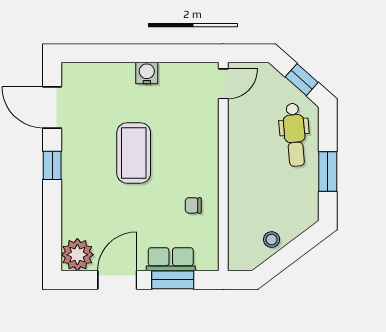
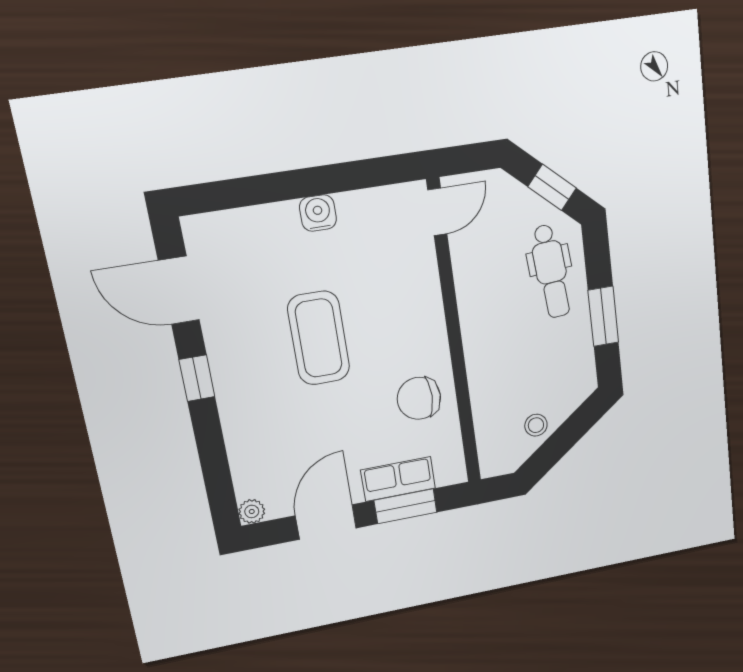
chair: (193, 205) -> (419, 398), width x1.87, depth x1.87
plant: (77, 255) -> (252, 511), width x0.53, depth x0.53

